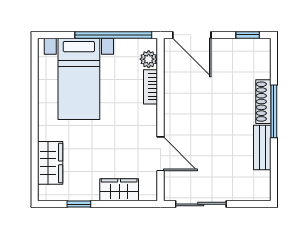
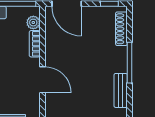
shoe rack: (263, 102) -> (121, 29), moved
door: (160, 154) -> (42, 80), moved

